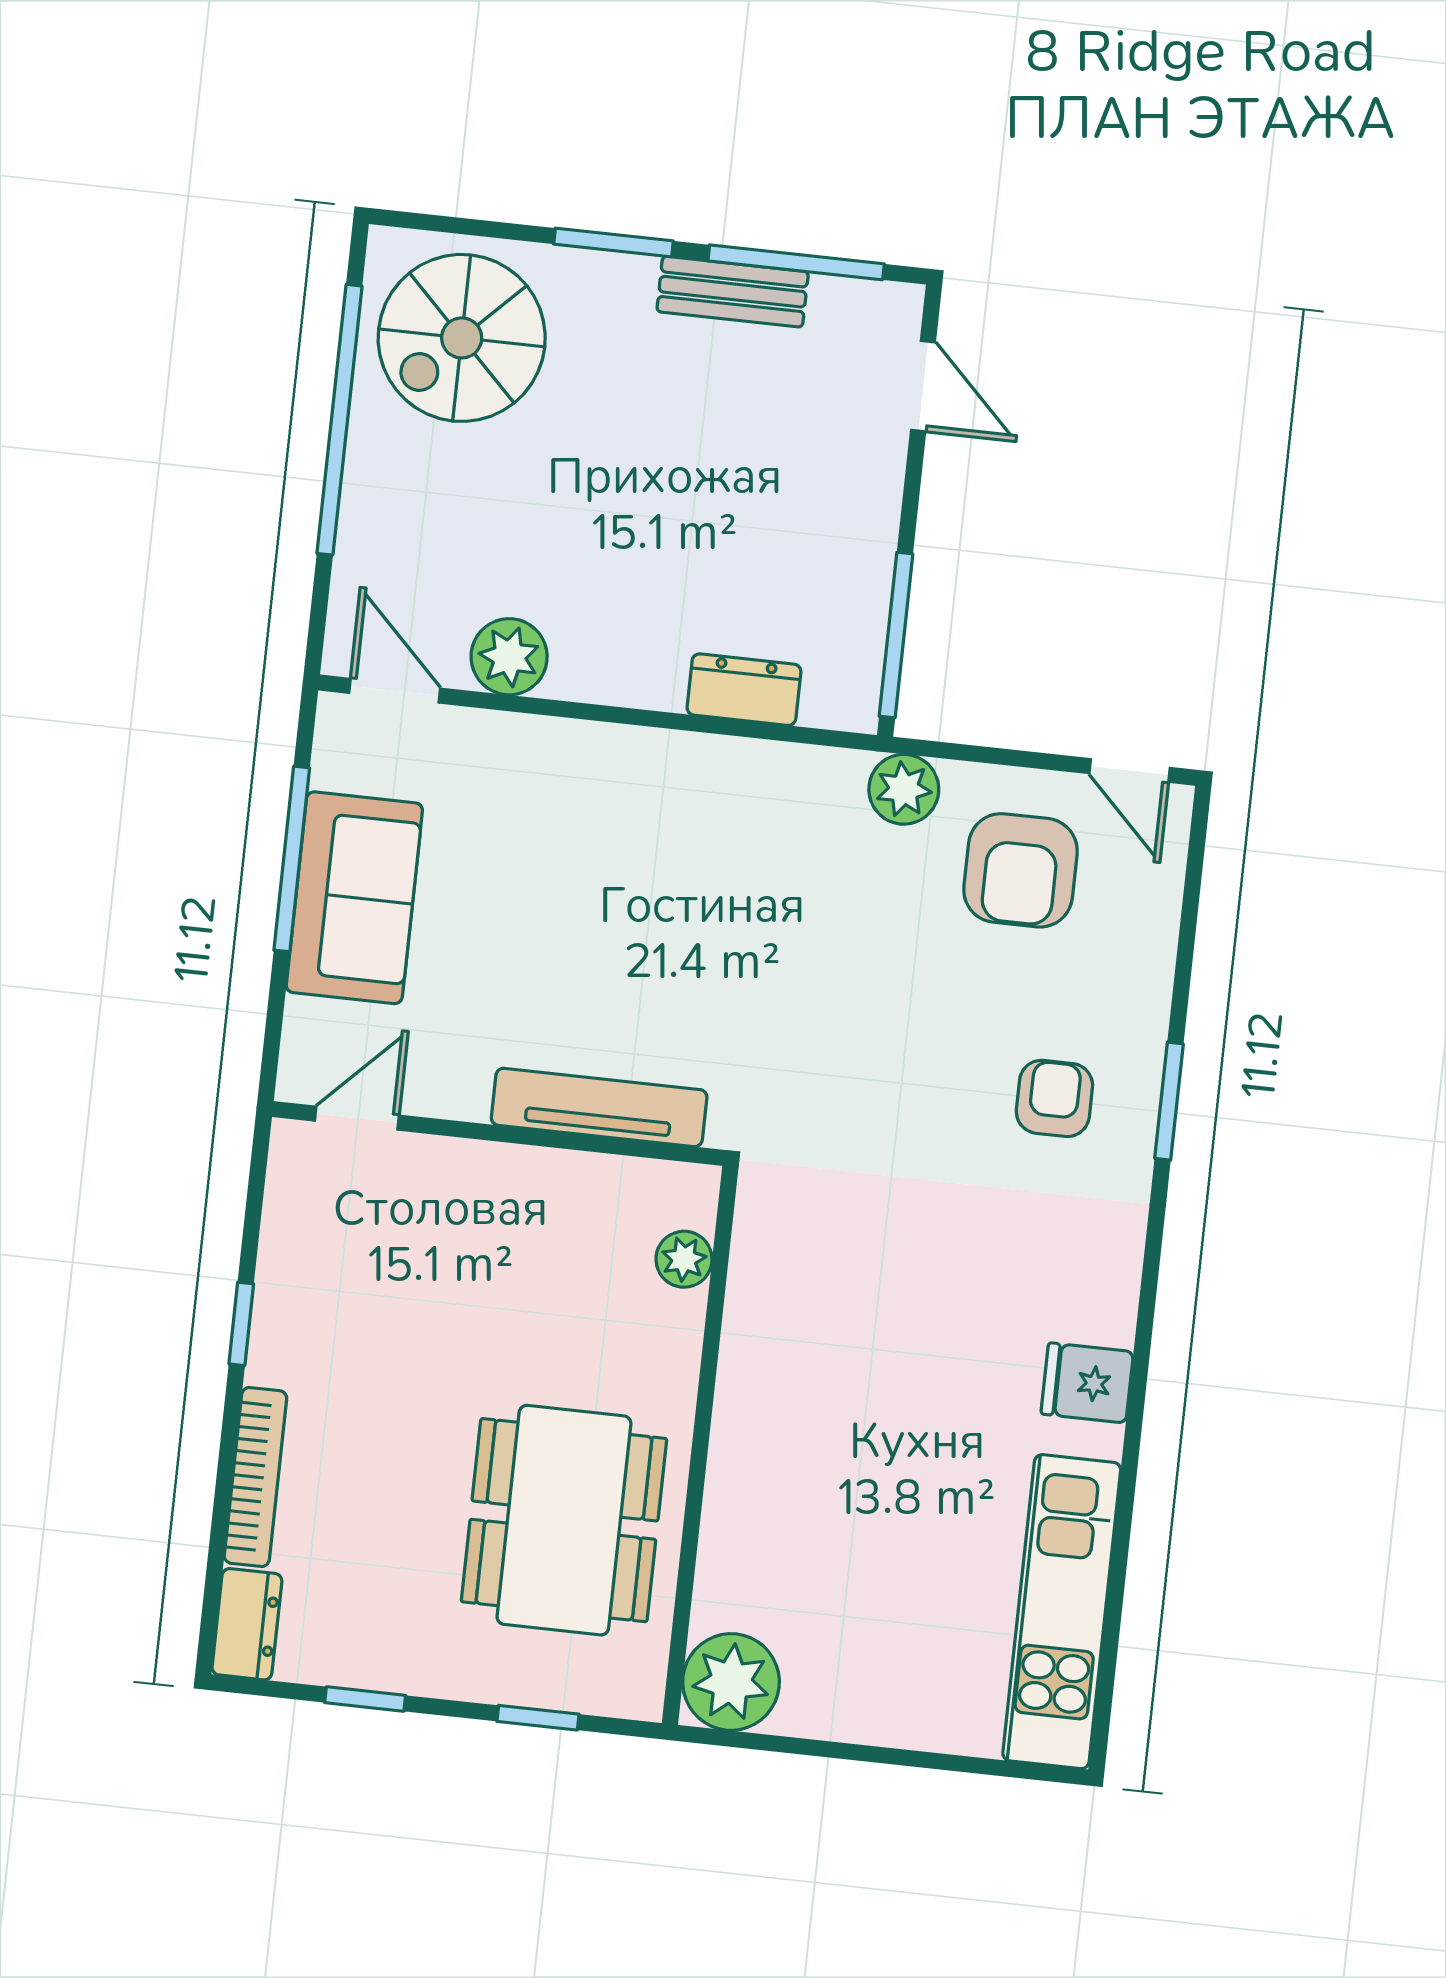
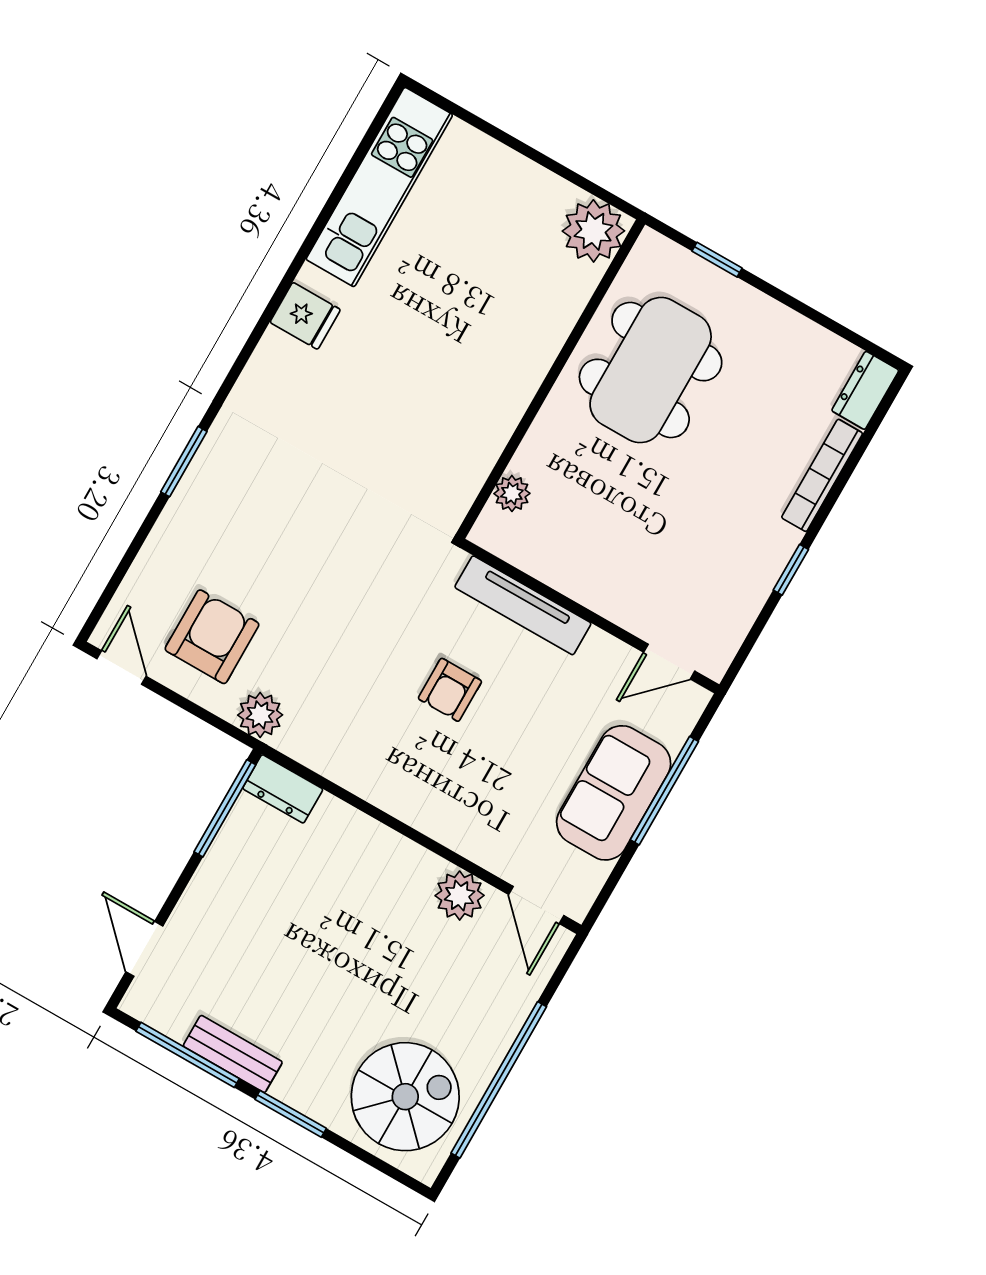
dresser: (744, 690) -> (283, 789), moved
window: (292, 859) -> (664, 791), moved
armchair: (1054, 1098) -> (450, 690), moved
window: (365, 1699) -> (815, 316), removed

